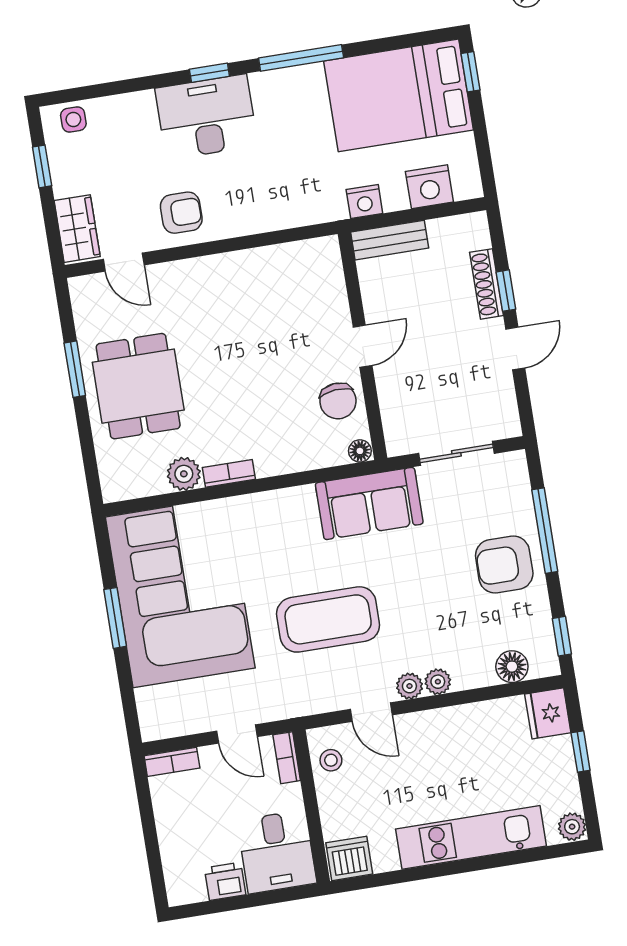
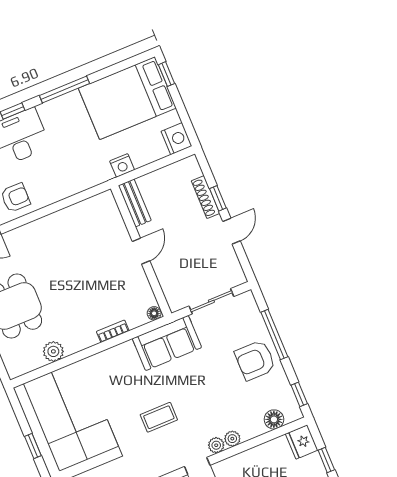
nightstand: (429, 187) -> (176, 139), moved, turned -90
bench: (390, 240) -> (135, 203), moved, turned 90
chair: (338, 401) -> (134, 287), removed
bookcase: (229, 473) -> (113, 331), moved
window: (115, 618) -> (33, 446), width x0.67
coffee table: (328, 619) -> (159, 417), width x0.54, depth x0.58

